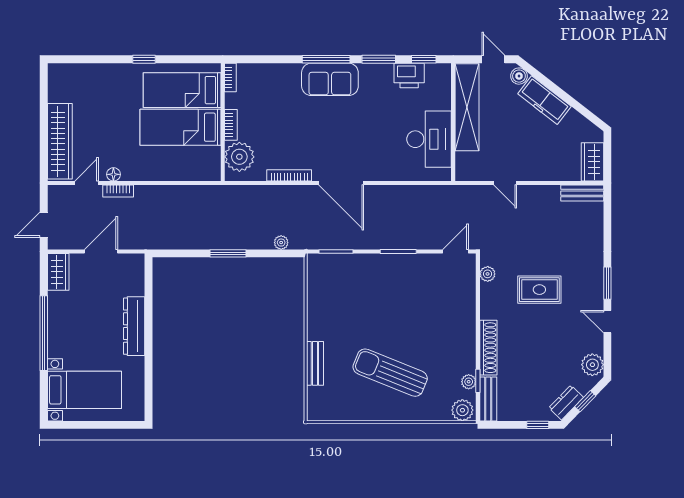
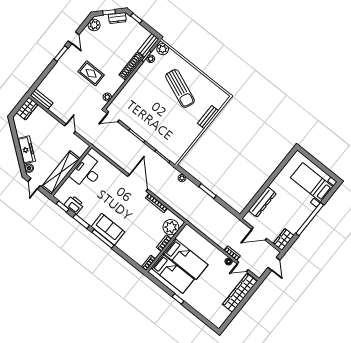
door: (44, 225) -> (274, 264), hinge flipped
dresser: (134, 326) -> (262, 202), moved

